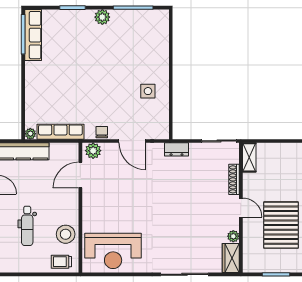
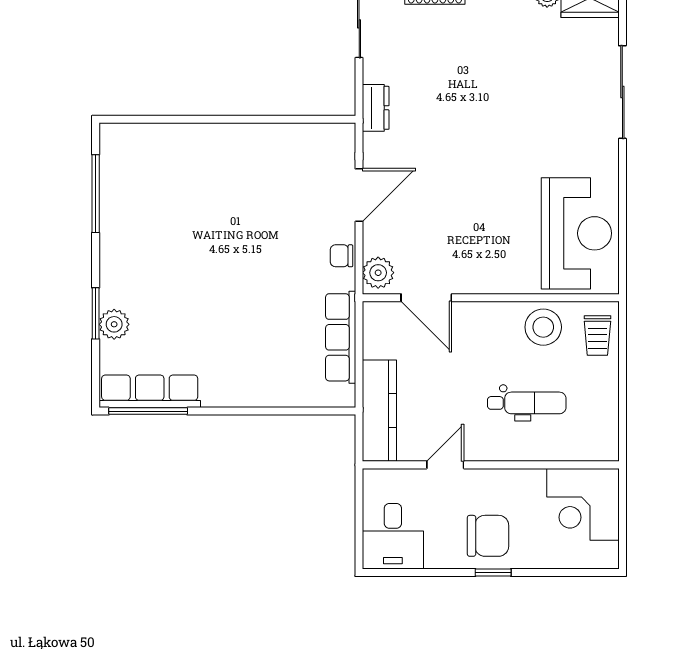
plant: (102, 17) -> (114, 324), moved
side table: (148, 91) -> (260, 164), removed
plant: (30, 134) -> (345, 397), removed

